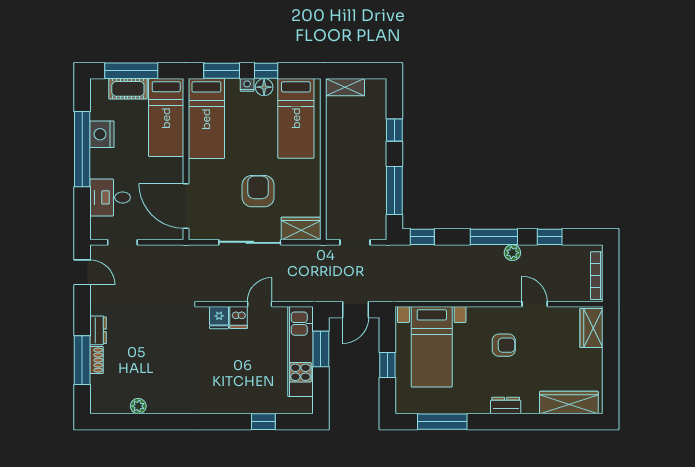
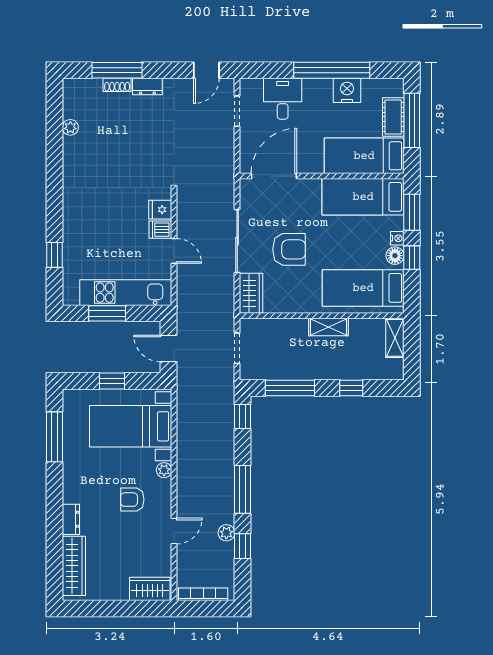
shelving: (334, 152) -> (328, 327), added
plant: (512, 253) -> (226, 533), moved
plant: (475, 314) -> (164, 470), added
armchair: (504, 345) -> (132, 500), turned 90
window: (321, 349) -> (107, 313), moved
dresser: (506, 405) -> (71, 519), moved

